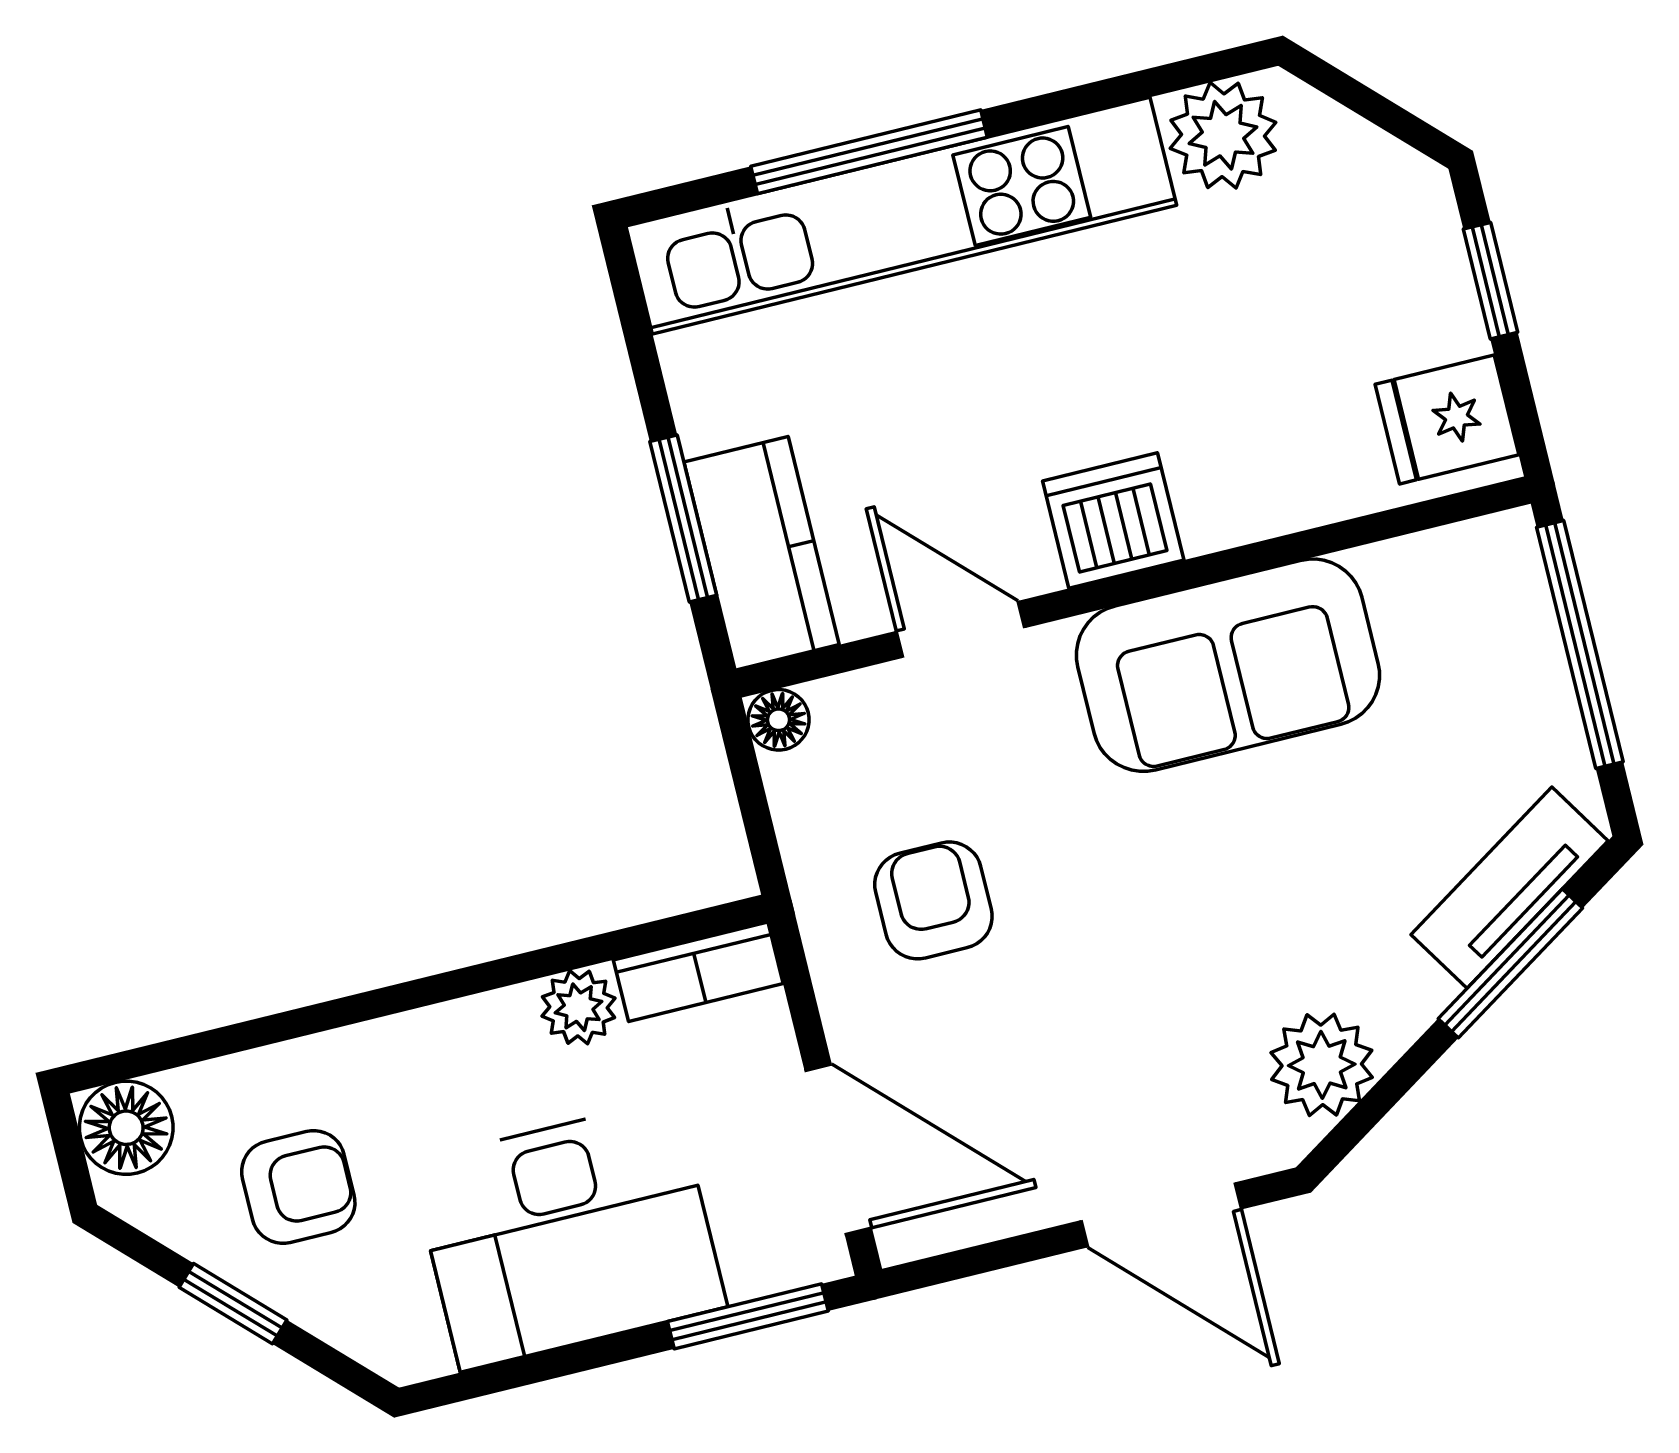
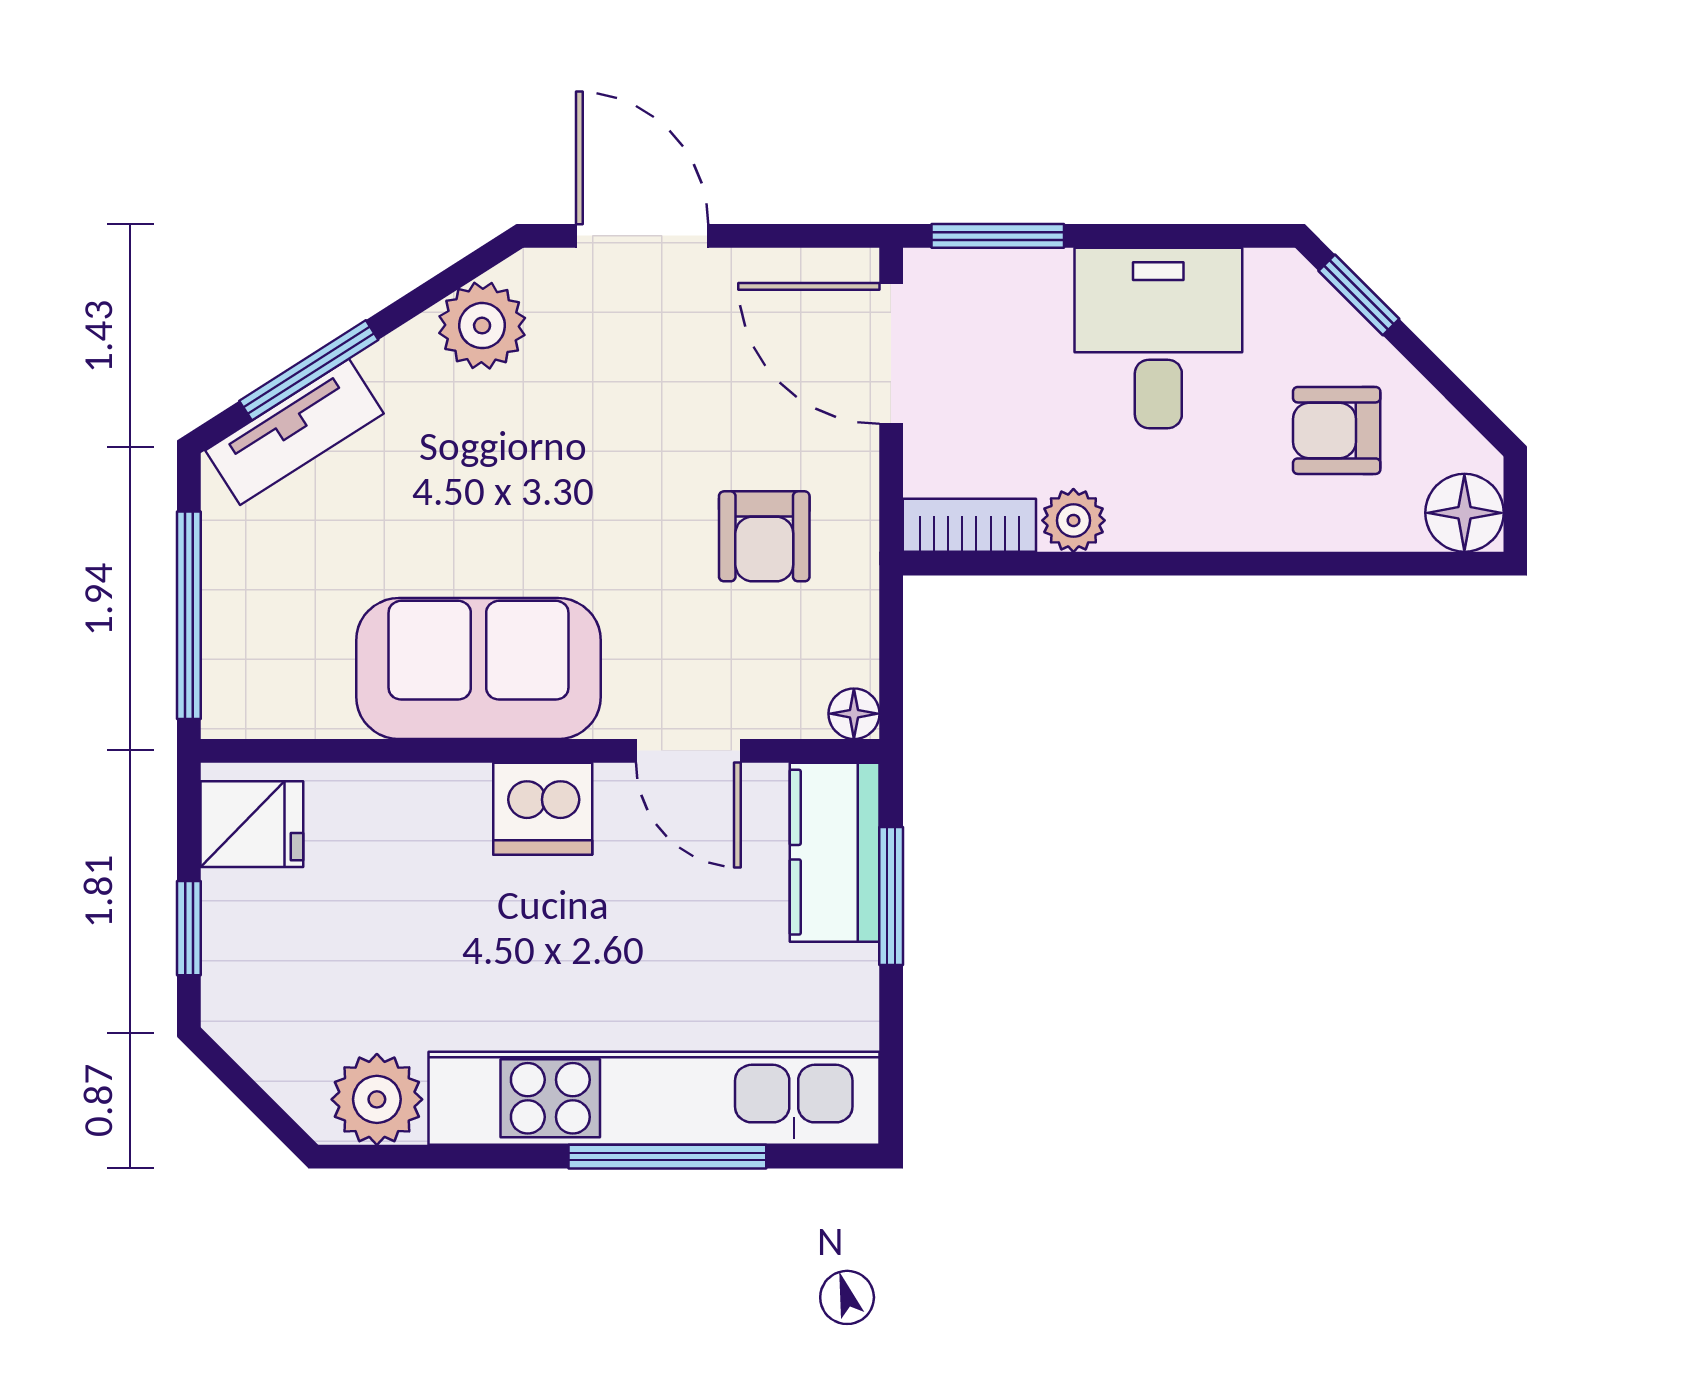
desk: (568, 1235) -> (1158, 338), width x0.73
window: (233, 1304) -> (1359, 295), moved

